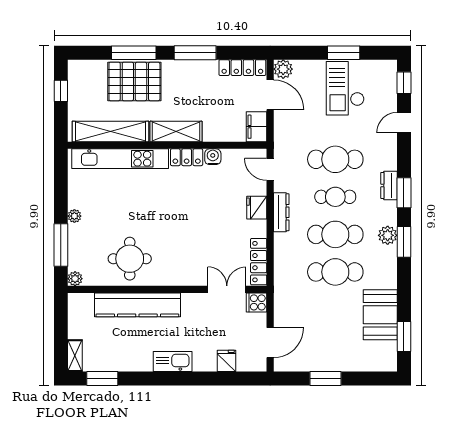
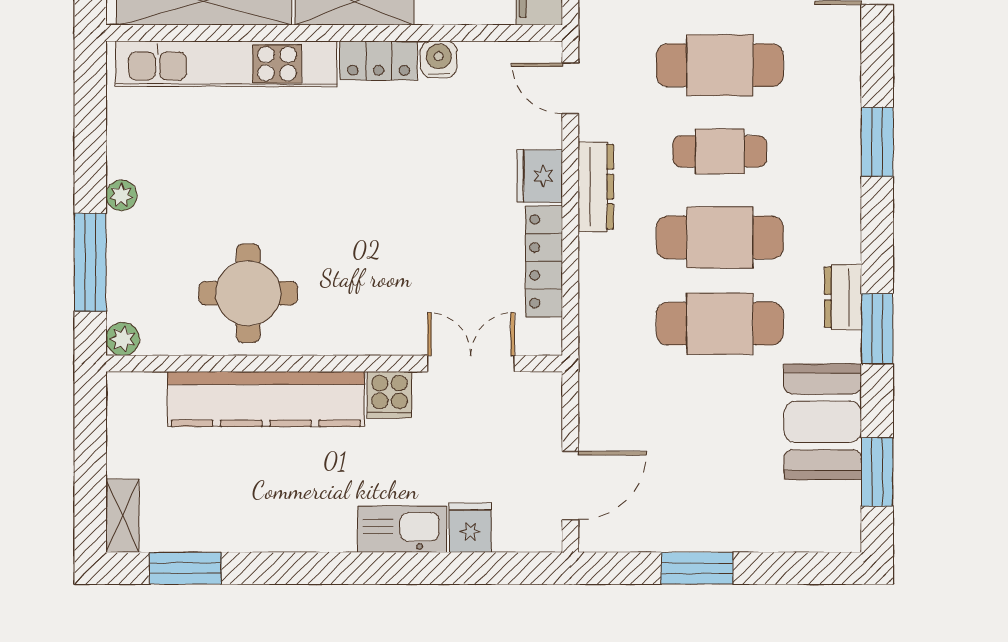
dresser: (389, 185) -> (843, 297), moved
plant: (388, 235) -> (840, 239), removed
window: (404, 242) -> (877, 329), moved
locker: (259, 262) -> (544, 261), moved
cooker: (257, 302) -> (390, 395), moved, turned -90
kitchen sink: (173, 362) -> (402, 529), moved

